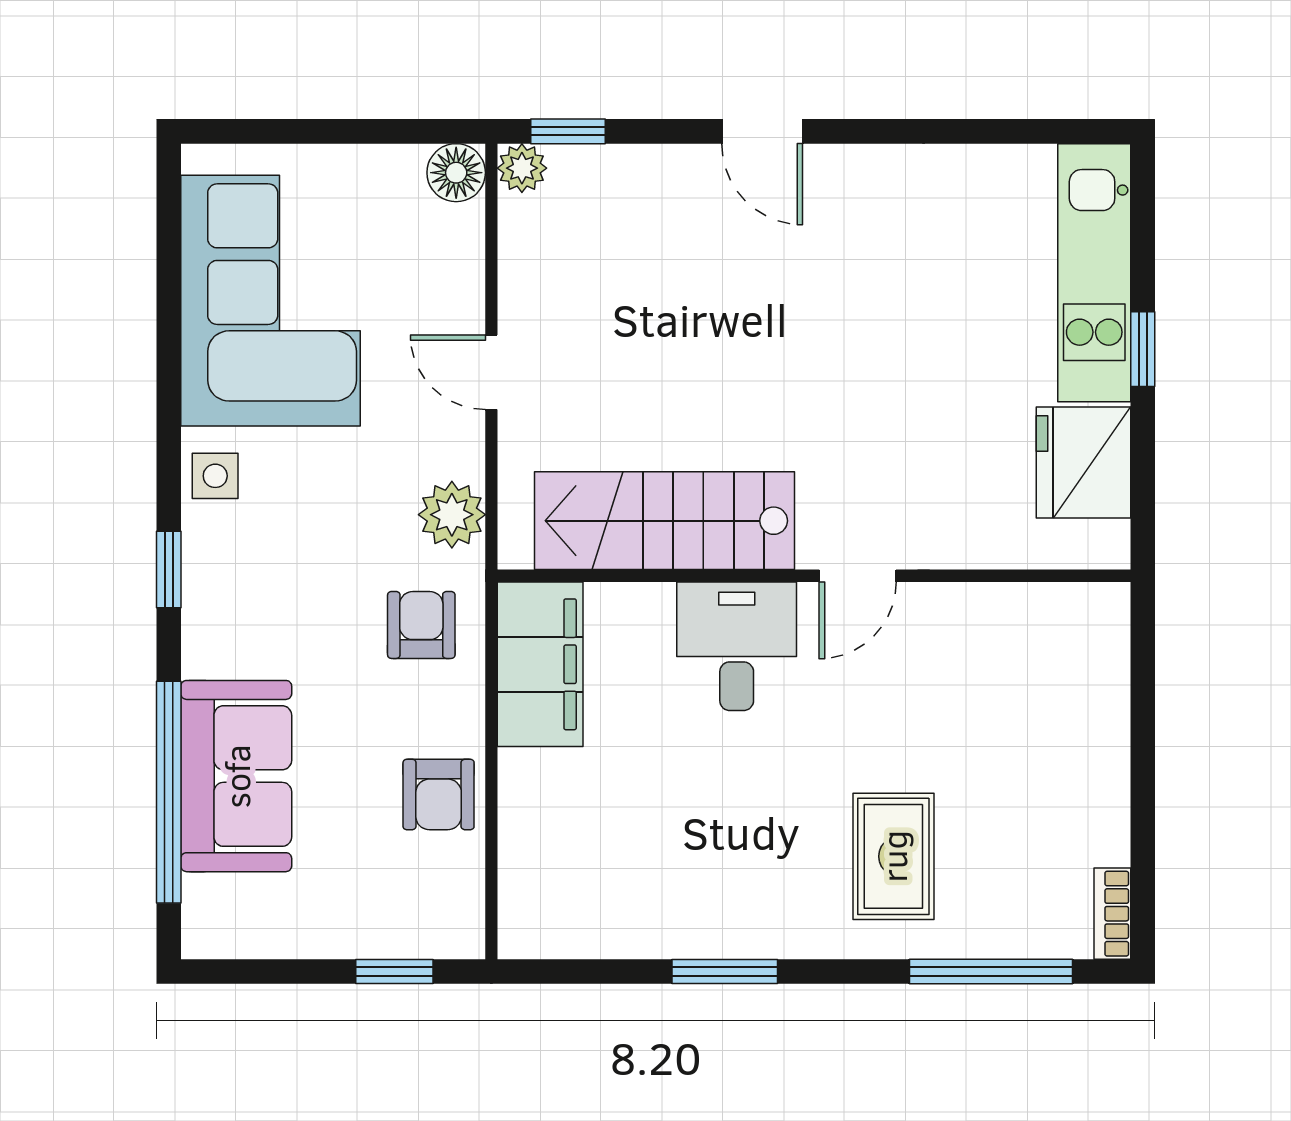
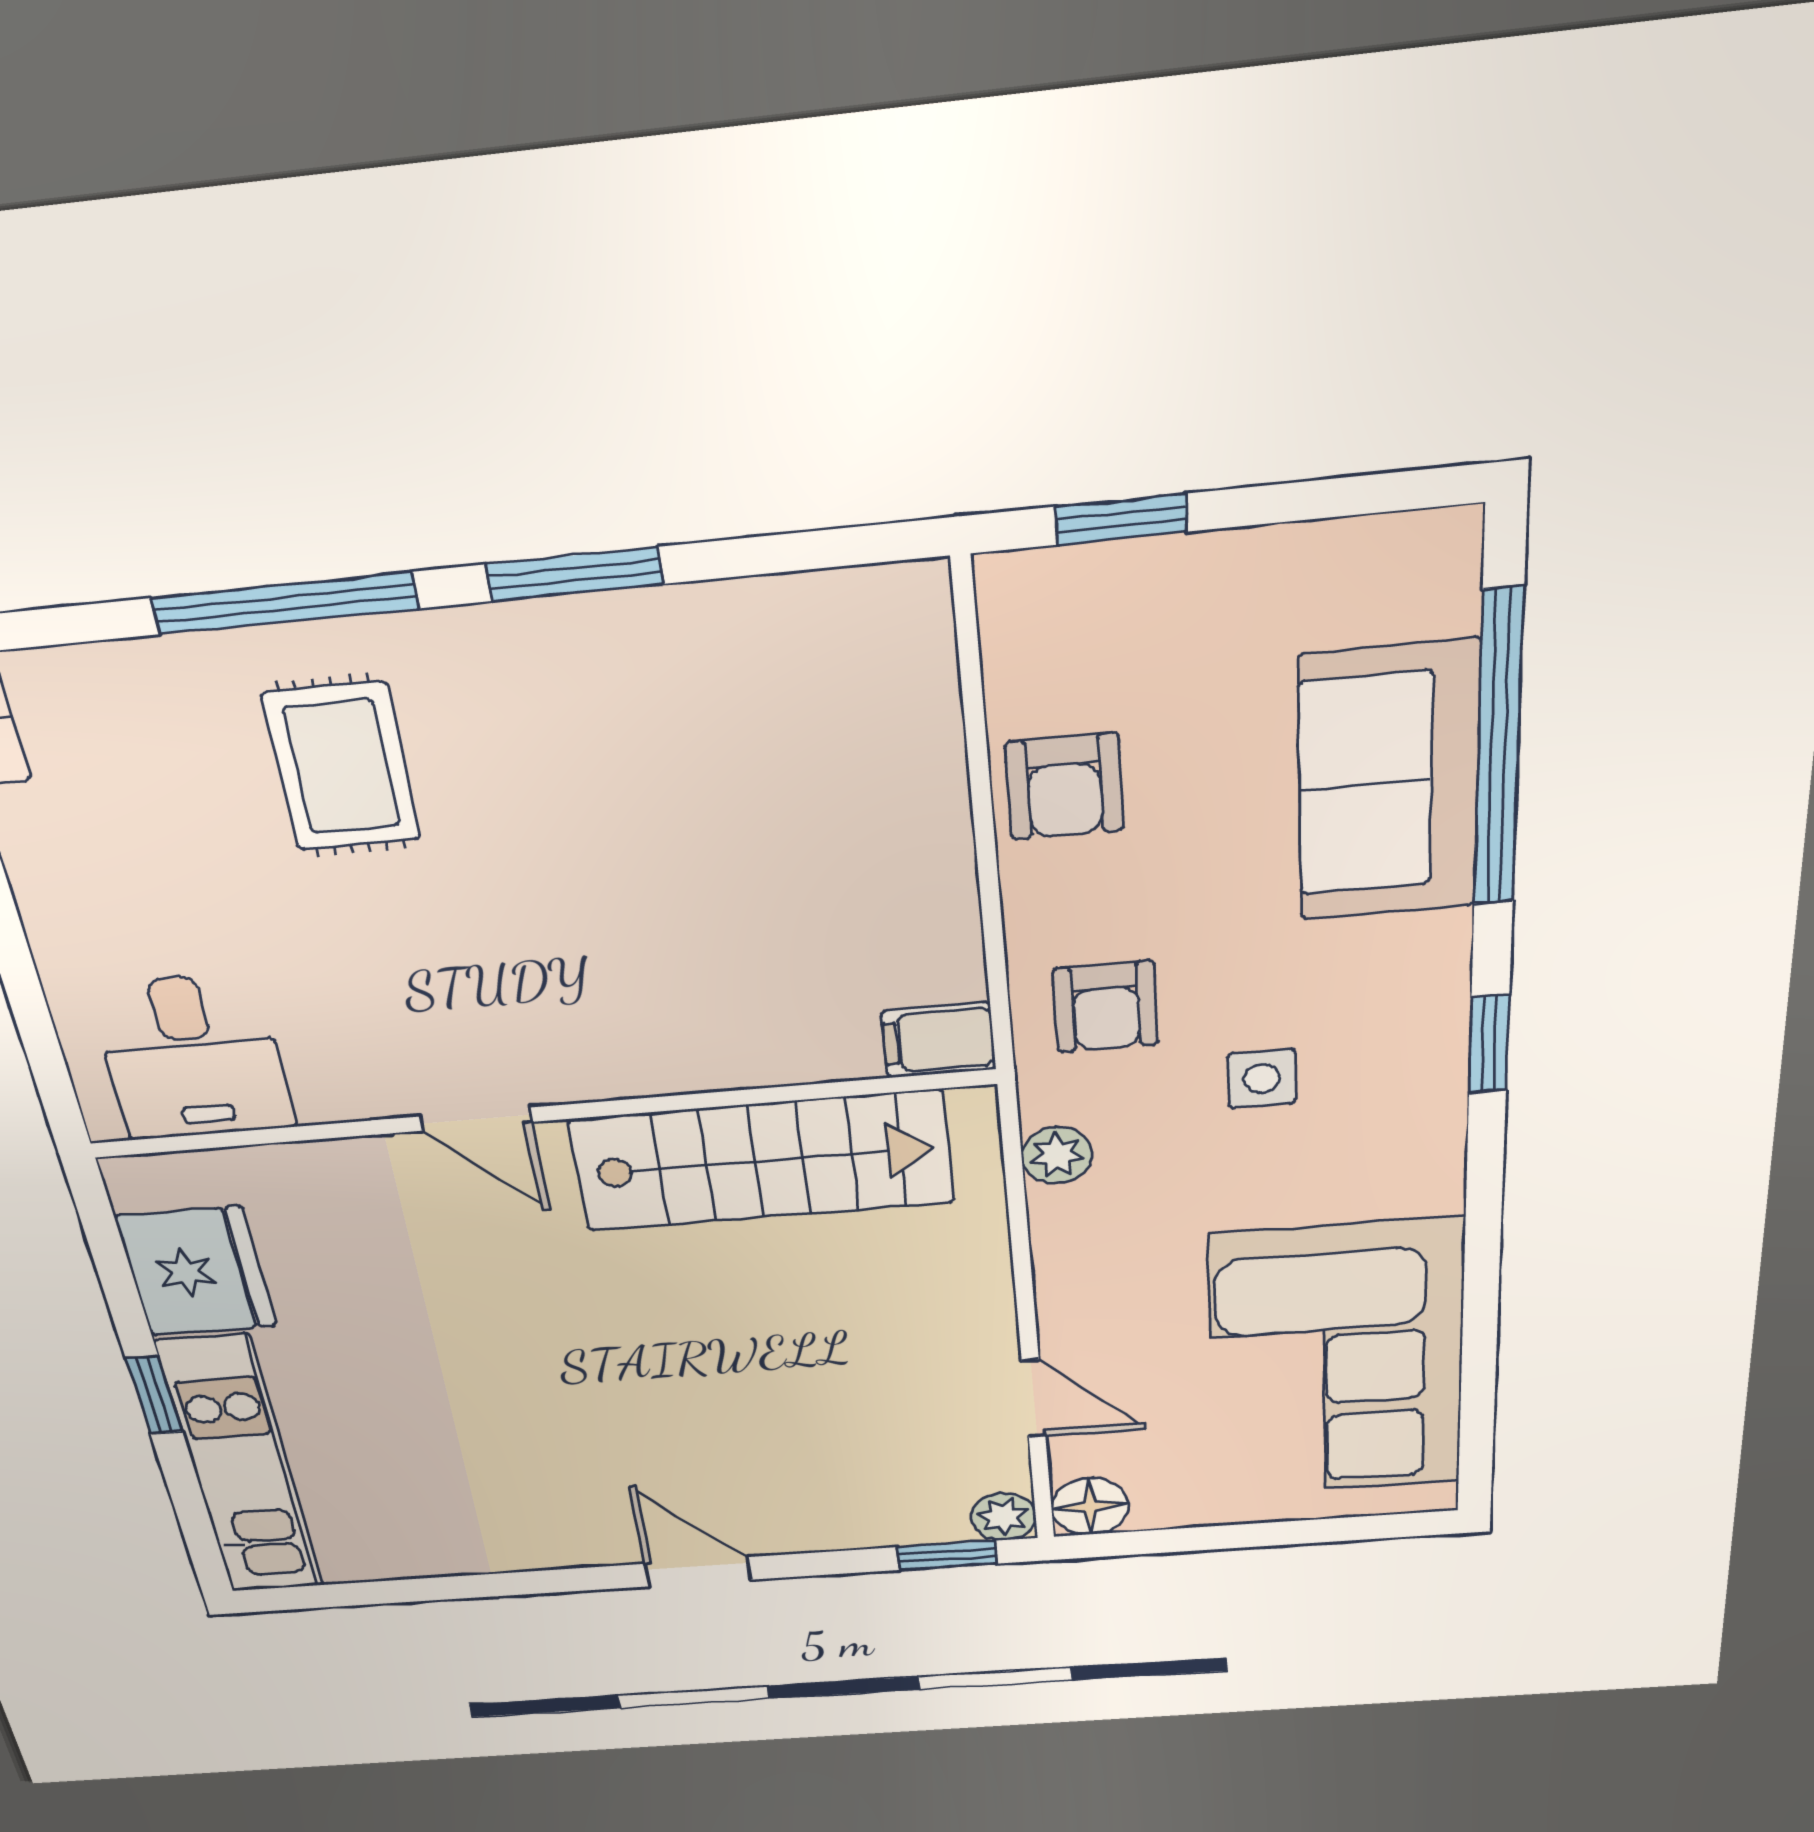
door: (491, 372) -> (1034, 1398), moved
side table: (215, 476) -> (1262, 1079), moved
plant: (452, 515) -> (1057, 1155), width x0.73, depth x0.73
door: (858, 576) -> (476, 1119), swing flipped
desk: (737, 646) -> (192, 1057), moved
filing cabinet: (540, 664) -> (939, 1040), width x0.33, depth x0.86
armchair: (439, 794) -> (1065, 786), turned 180
window: (991, 972) -> (285, 603), moved

